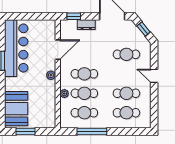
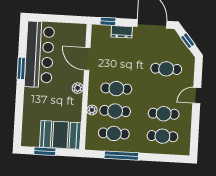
door: (58, 50) -> (87, 59), swing flipped
door: (154, 76) -> (197, 95), hinge flipped
booth: (16, 109) -> (60, 135), moved, turned 90

